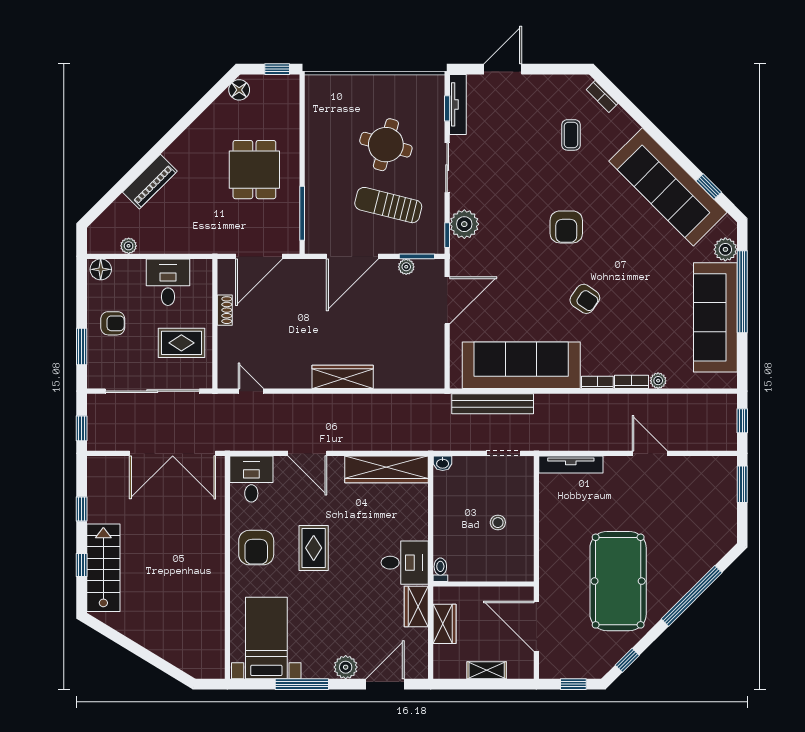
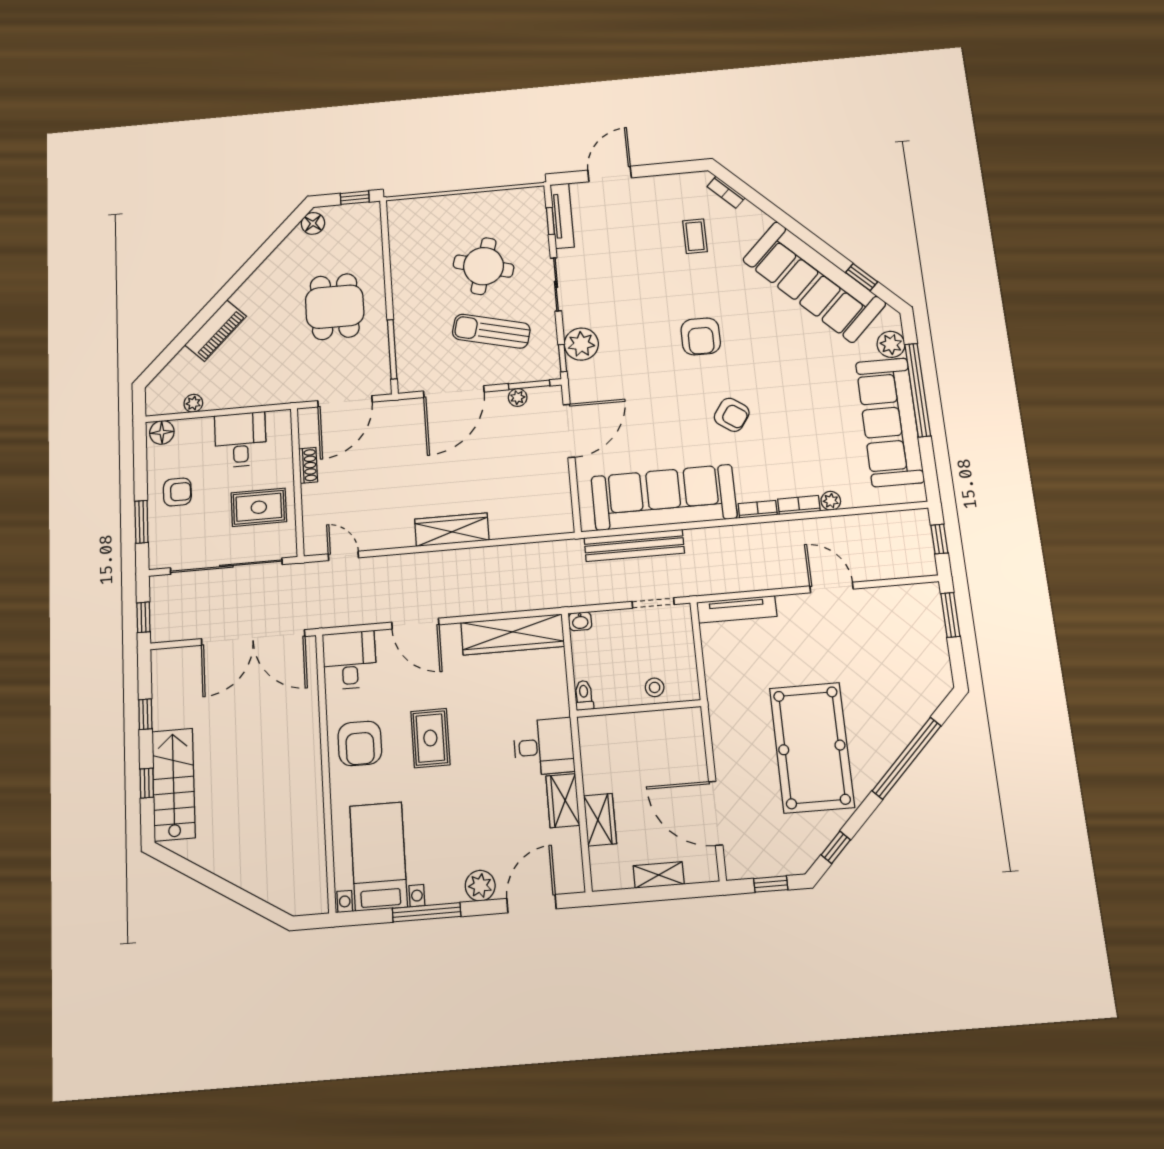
toilet: (440, 570) -> (584, 695), moved
wall: (483, 584) -> (639, 708), moved

